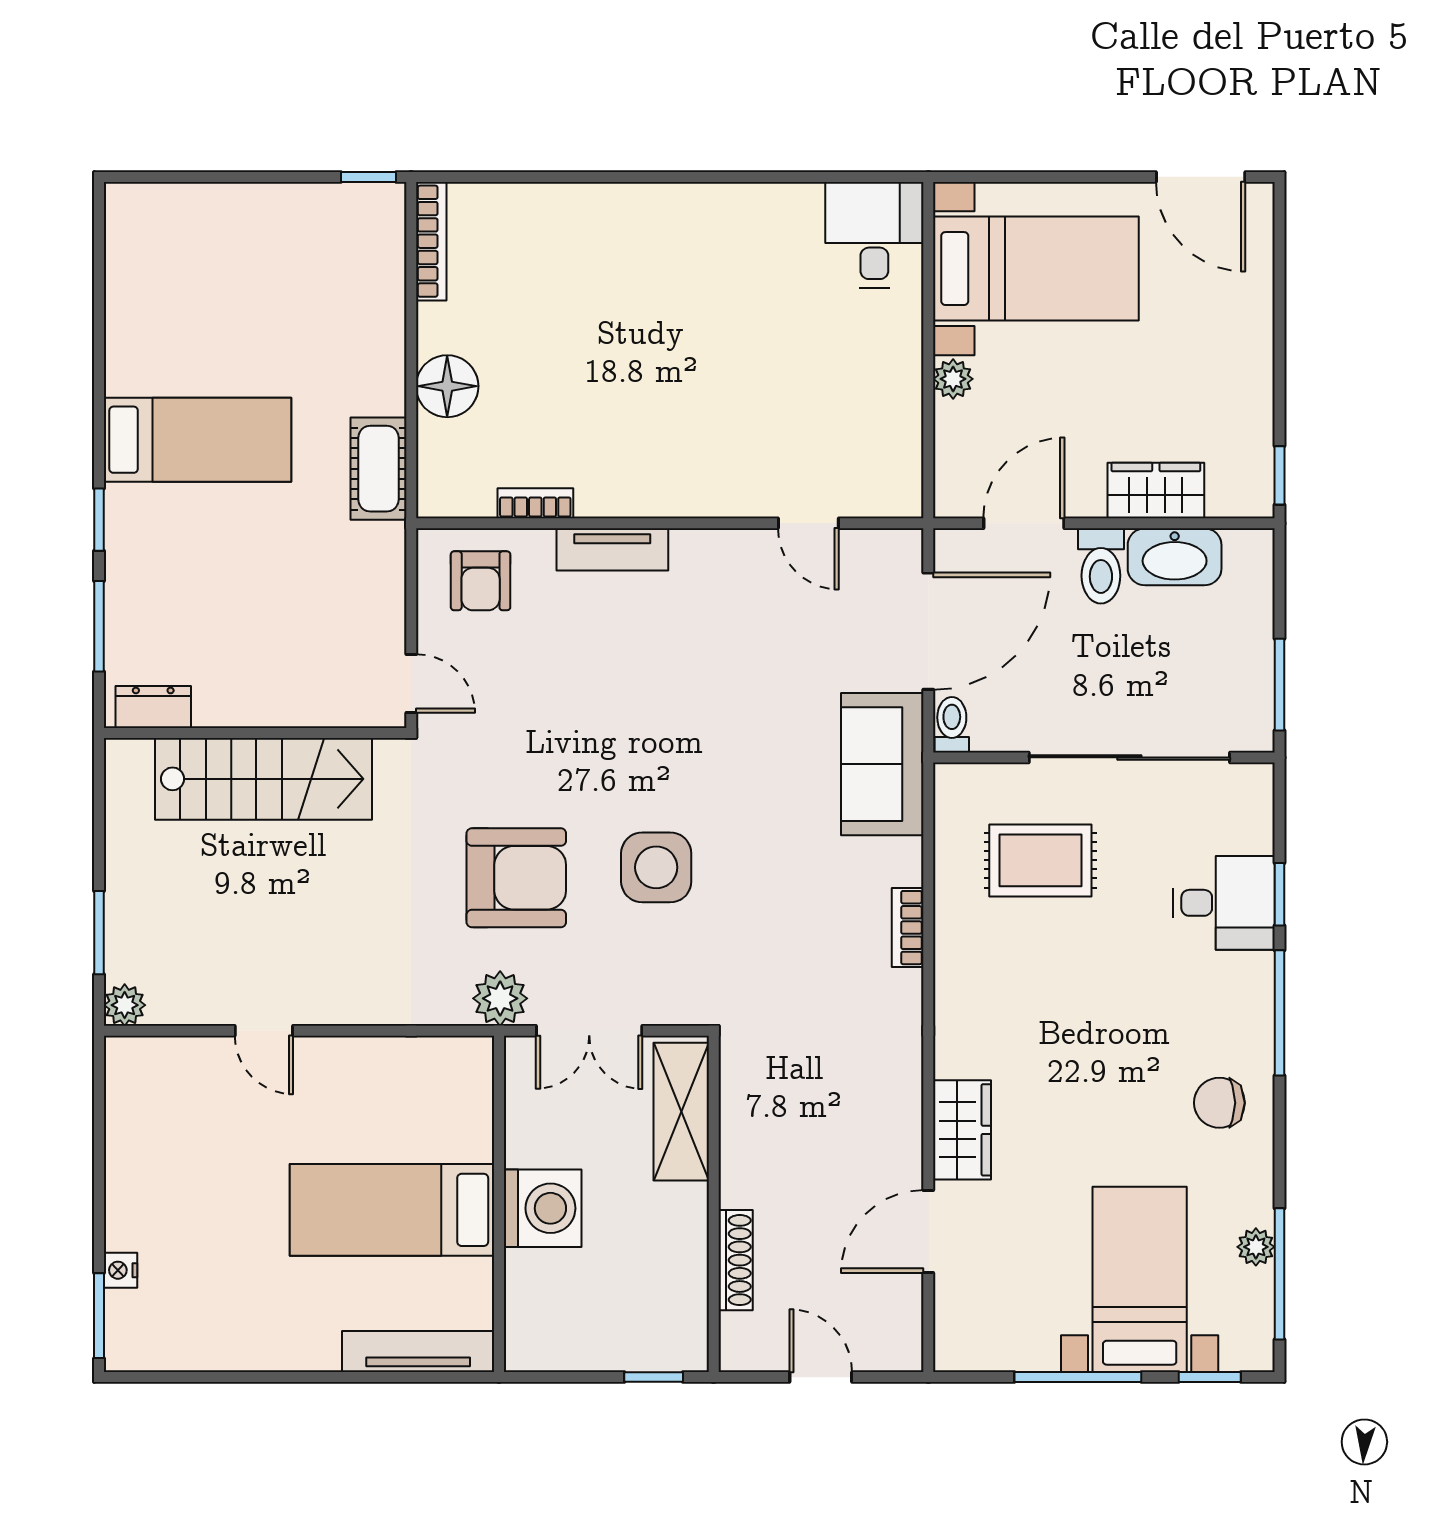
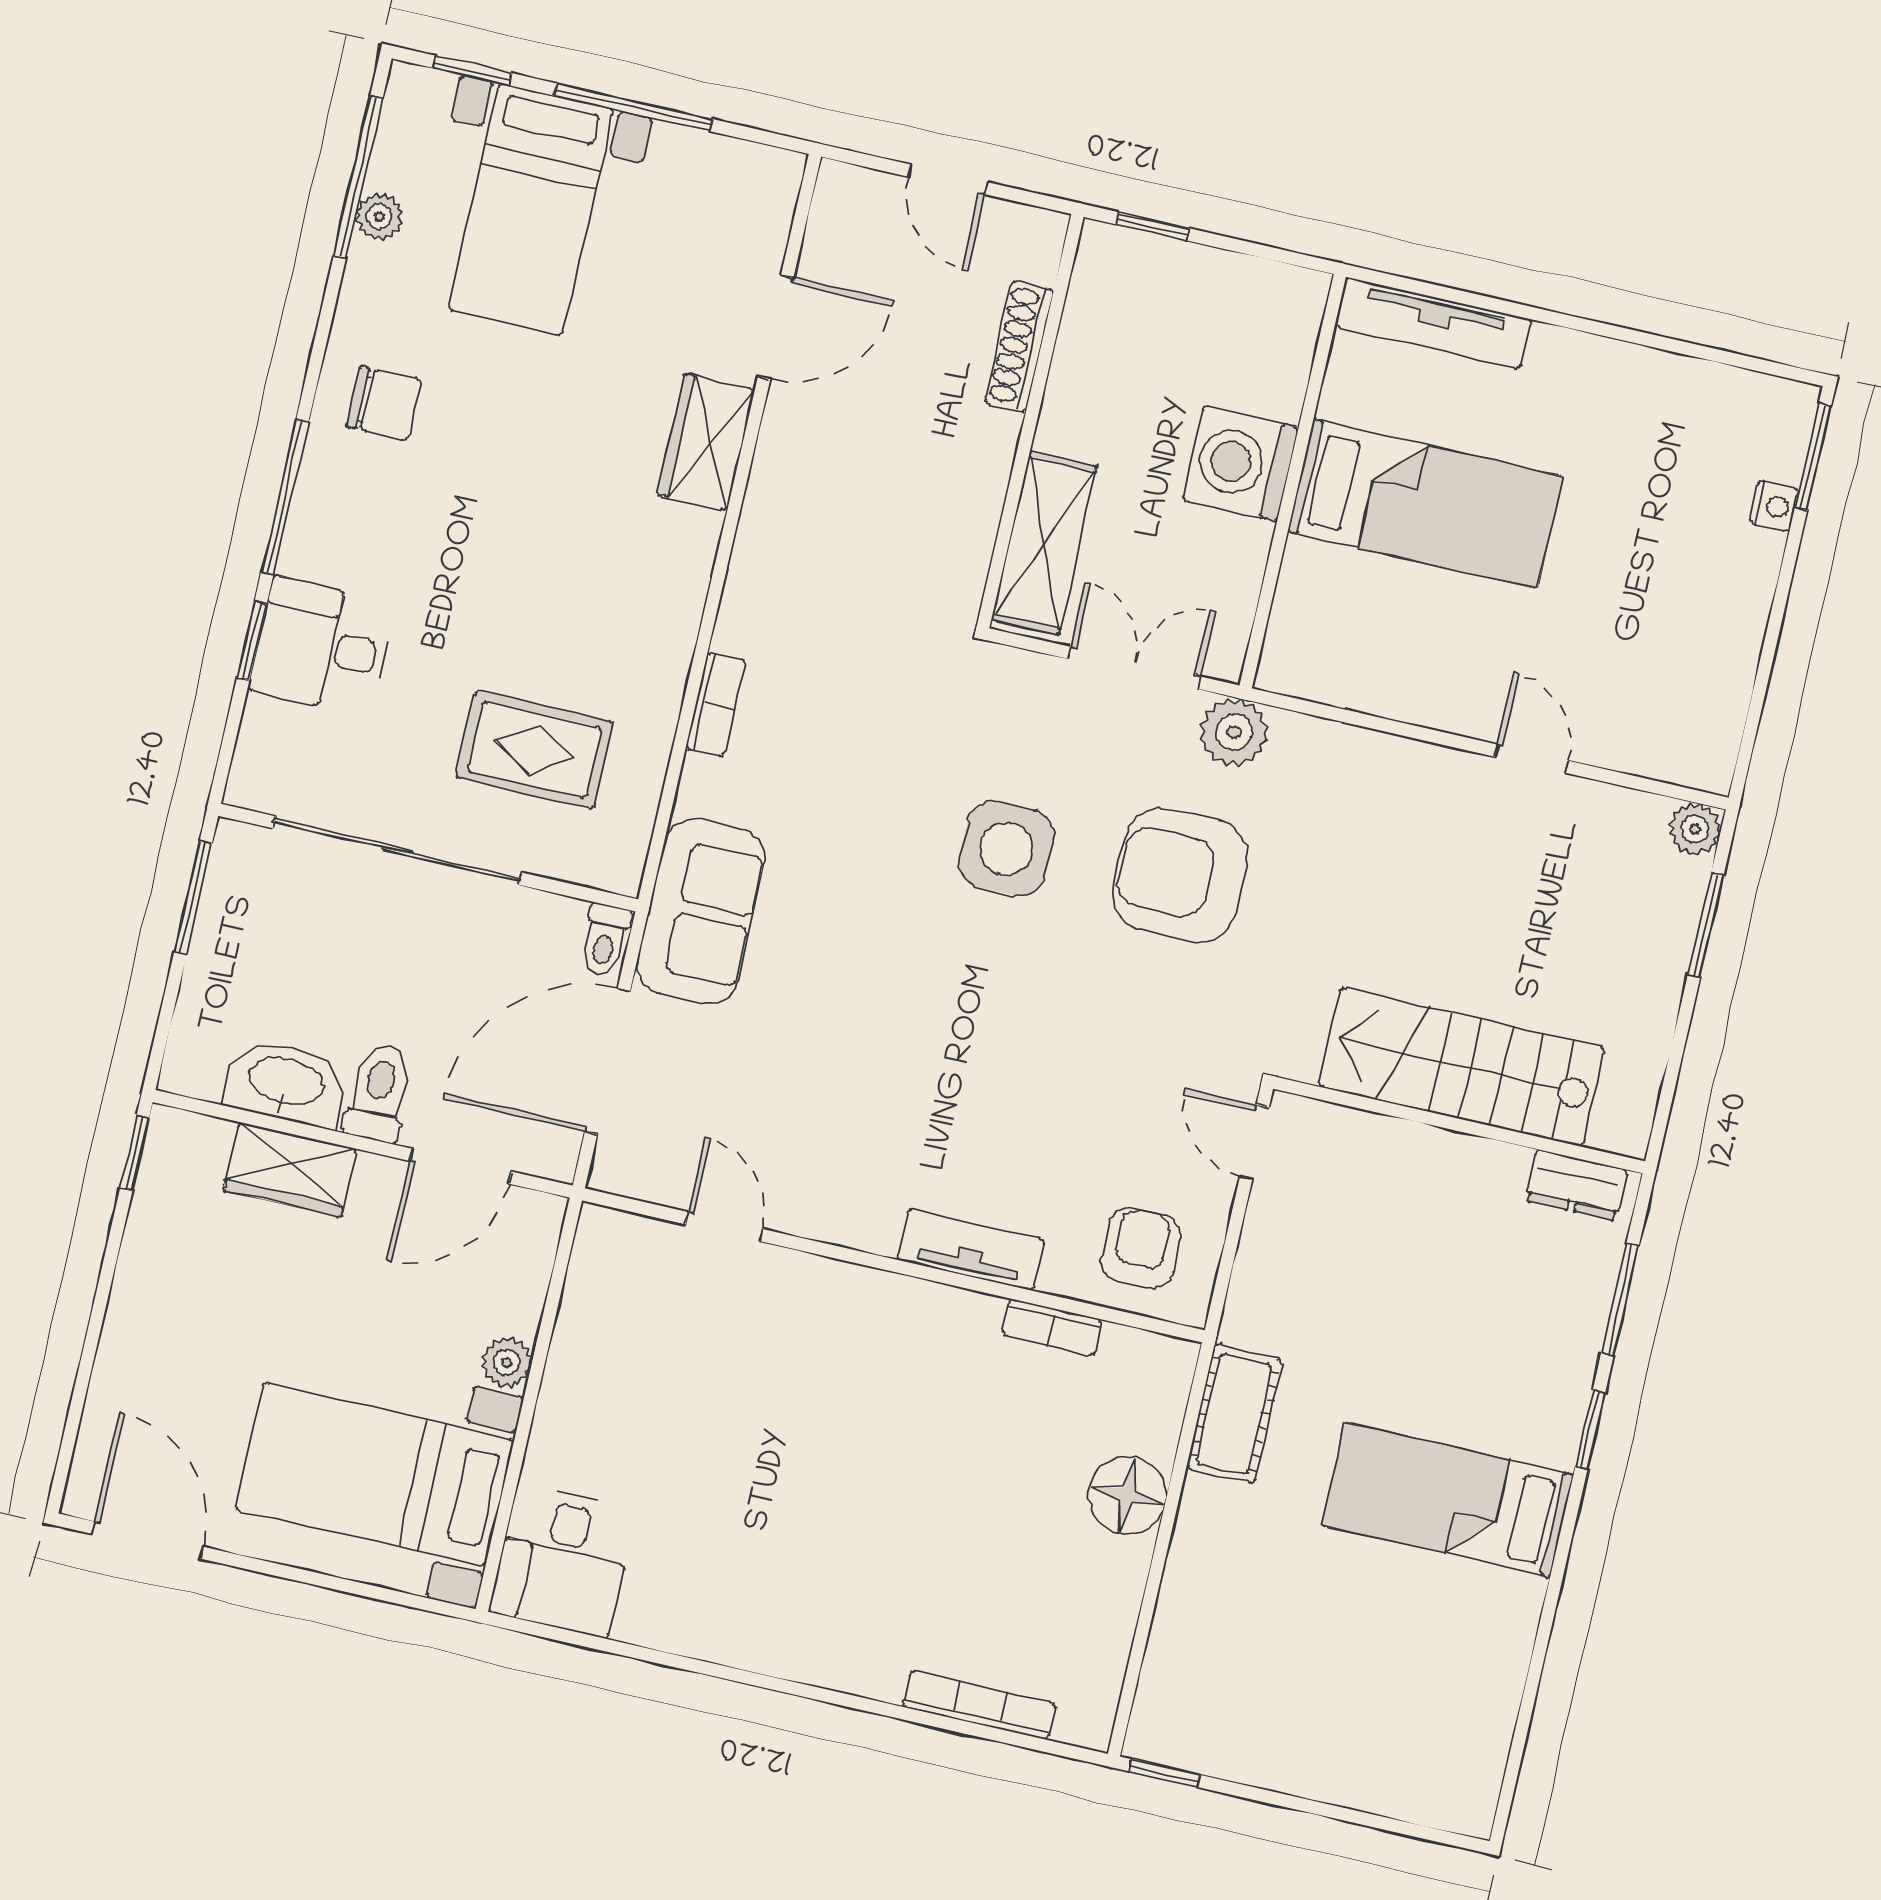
bookcase: (431, 241) -> (979, 1705), moved, turned 90

